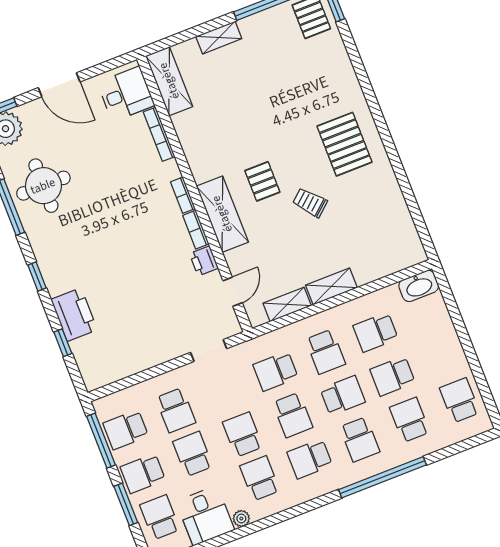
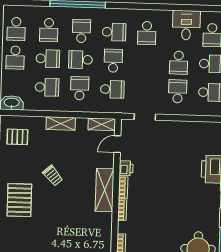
pallet: (262, 181) -> (17, 137), moved, turned 90
shelving: (287, 304) -> (102, 124), moved
school desk: (243, 434) -> (15, 58), moved
plant: (241, 518) -> (167, 15), removed

